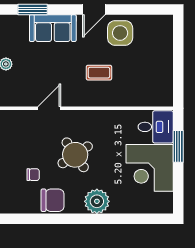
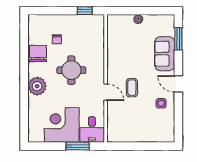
side table: (120, 33) -> (161, 103), width x0.54, depth x0.54
door: (49, 108) -> (106, 92), moved
round table: (75, 155) -> (71, 70), turned 34
chair: (53, 200) -> (38, 54), turned 180

